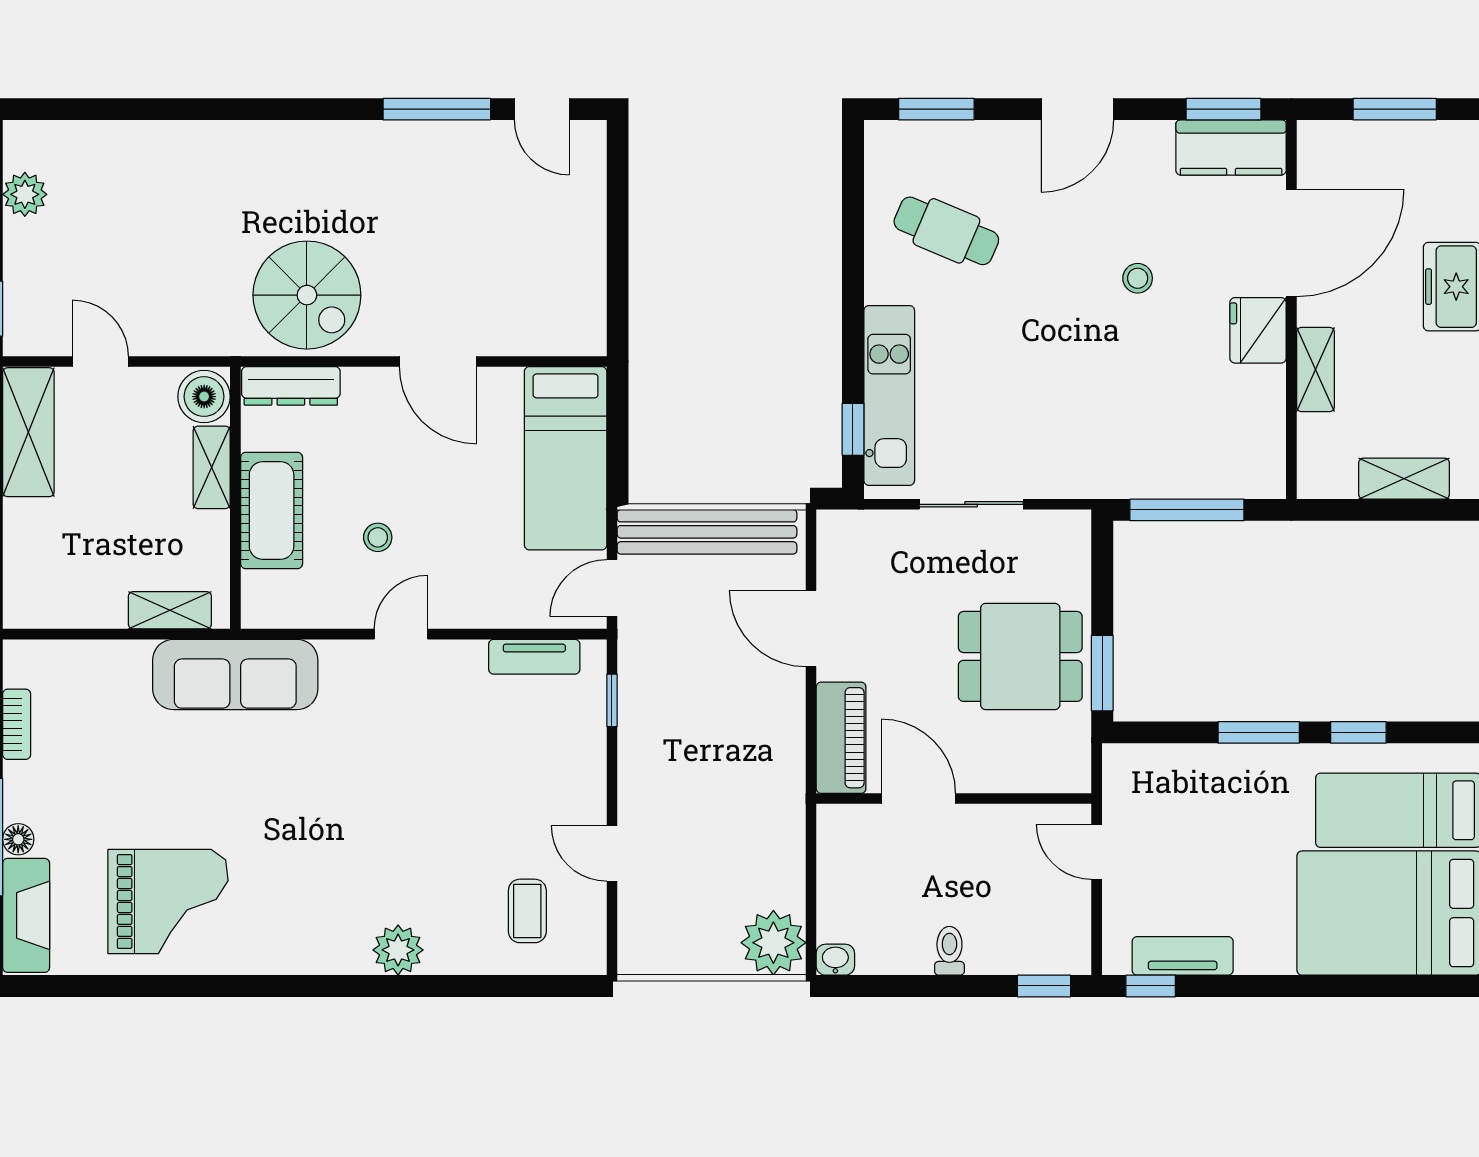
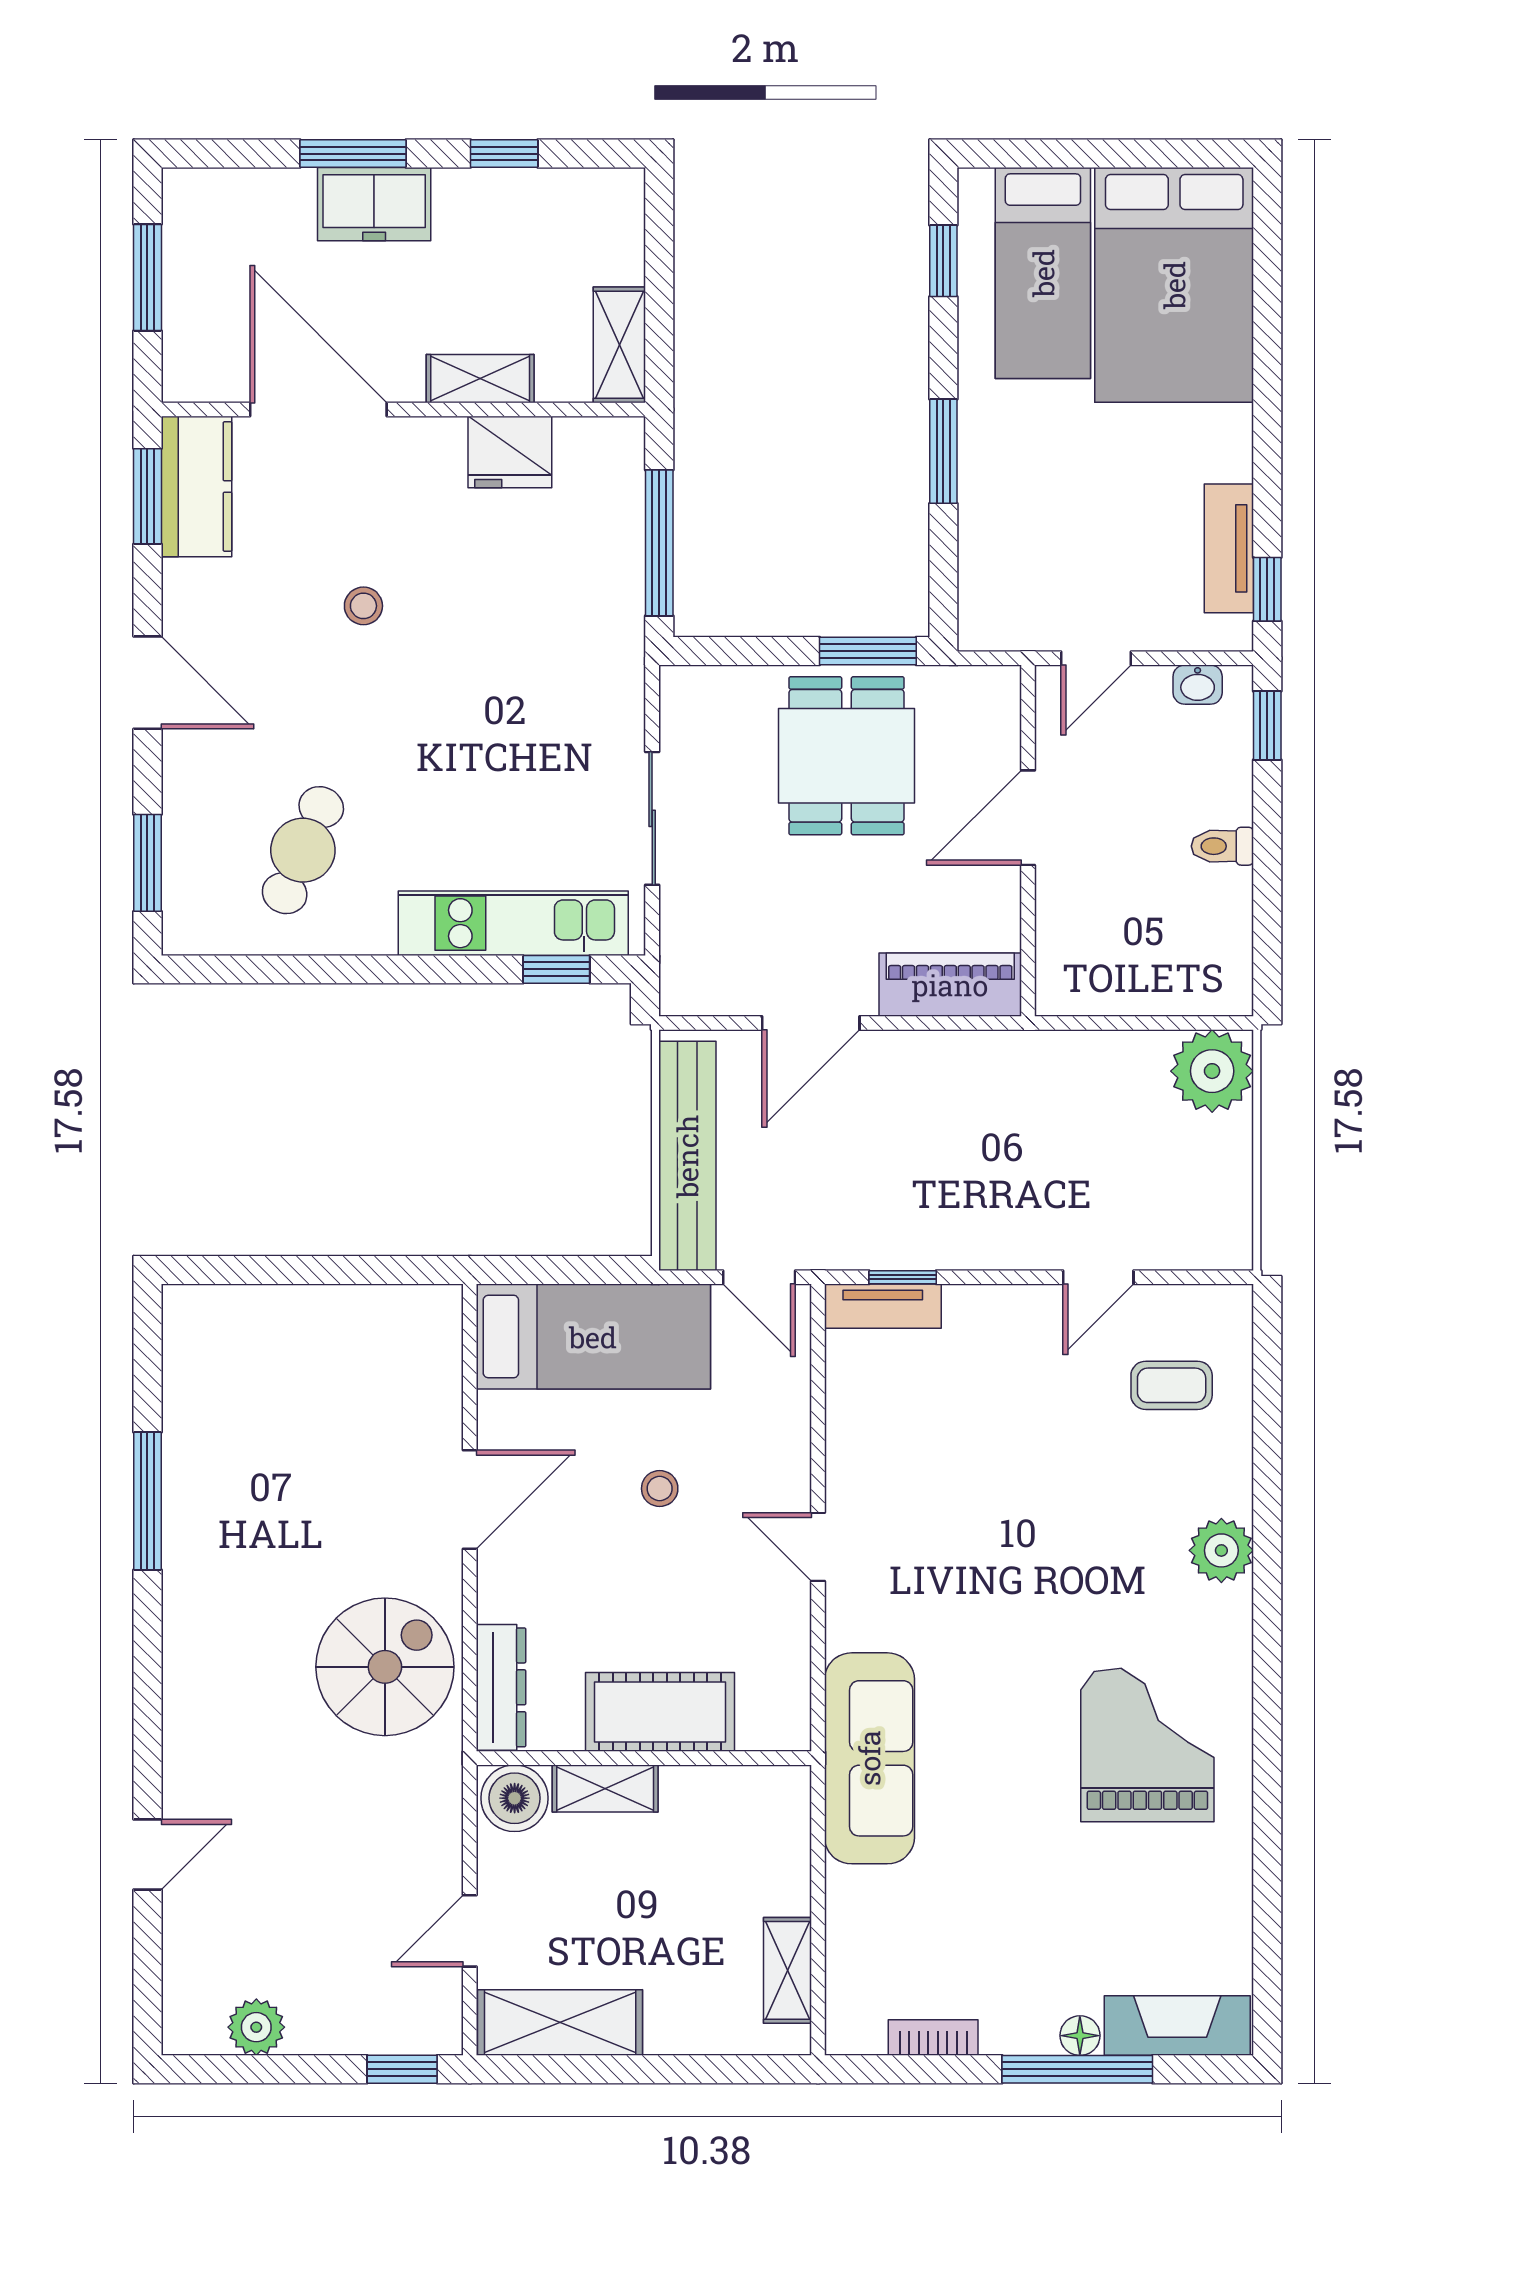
door: (542, 109) -> (147, 1854), moved
fridge: (1258, 330) -> (510, 452), moved
shelving: (1404, 479) -> (619, 345), moved
stool: (378, 537) -> (660, 1489), moved
shelving: (170, 610) -> (787, 1970), moved
tv unit: (534, 657) -> (883, 1306), moved, turned 90
window: (1358, 732) -> (943, 261), moved
door: (918, 799) -> (1028, 818), moved
grand piano: (168, 901) -> (1147, 1745), moved
washbasin: (835, 960) -> (1198, 685), moved, turned -90

